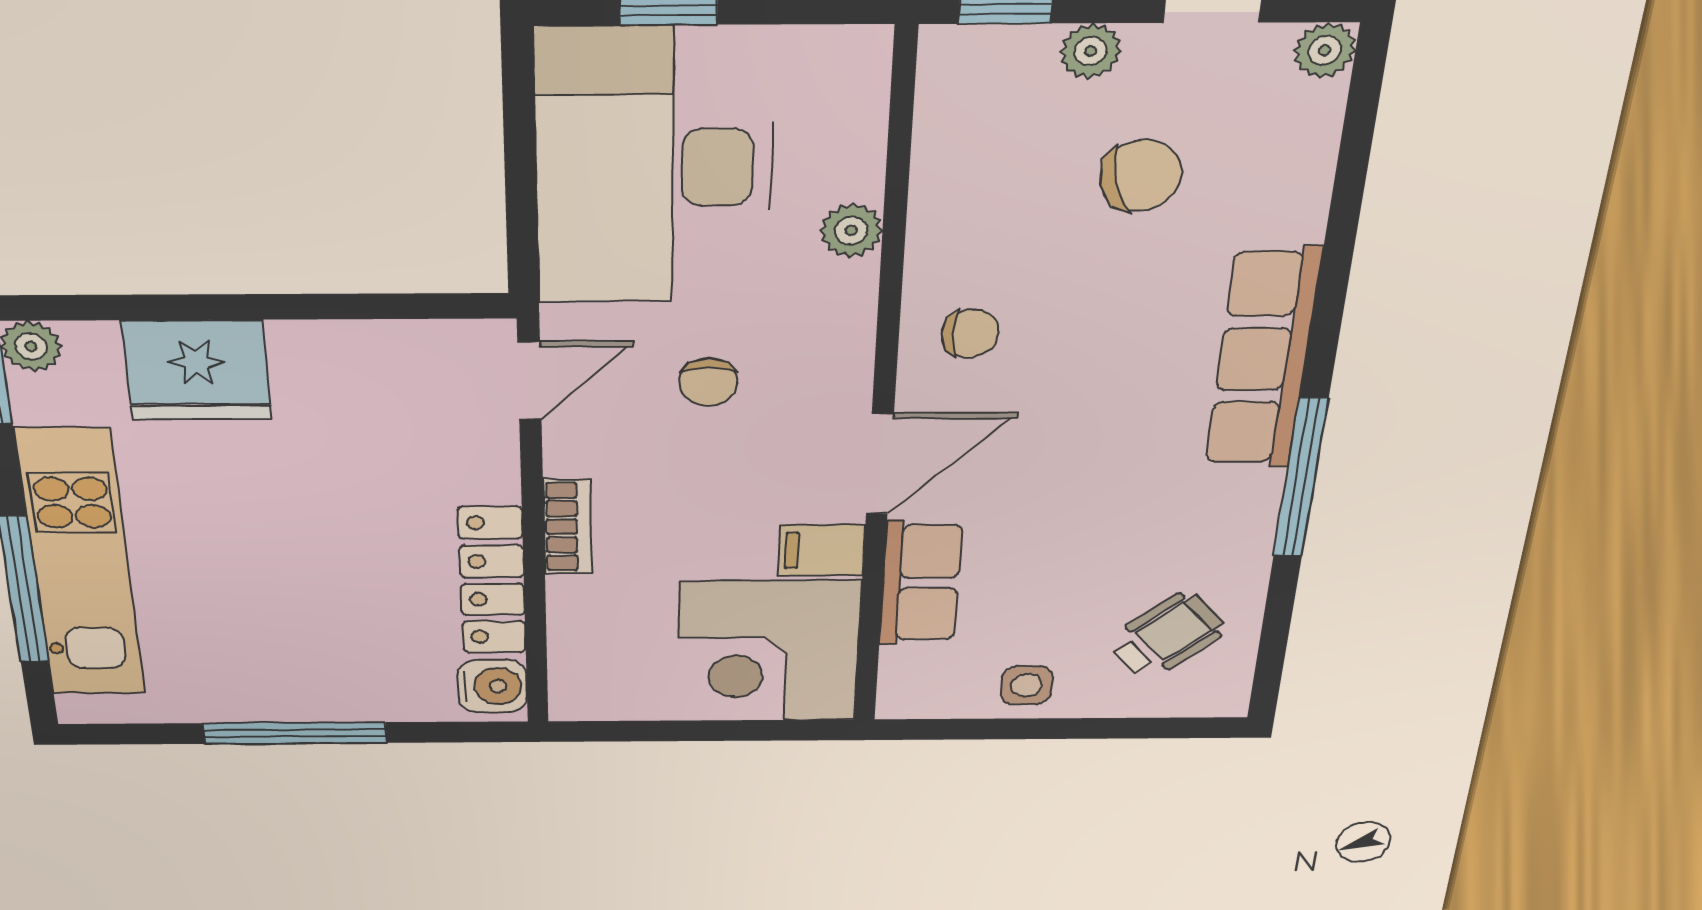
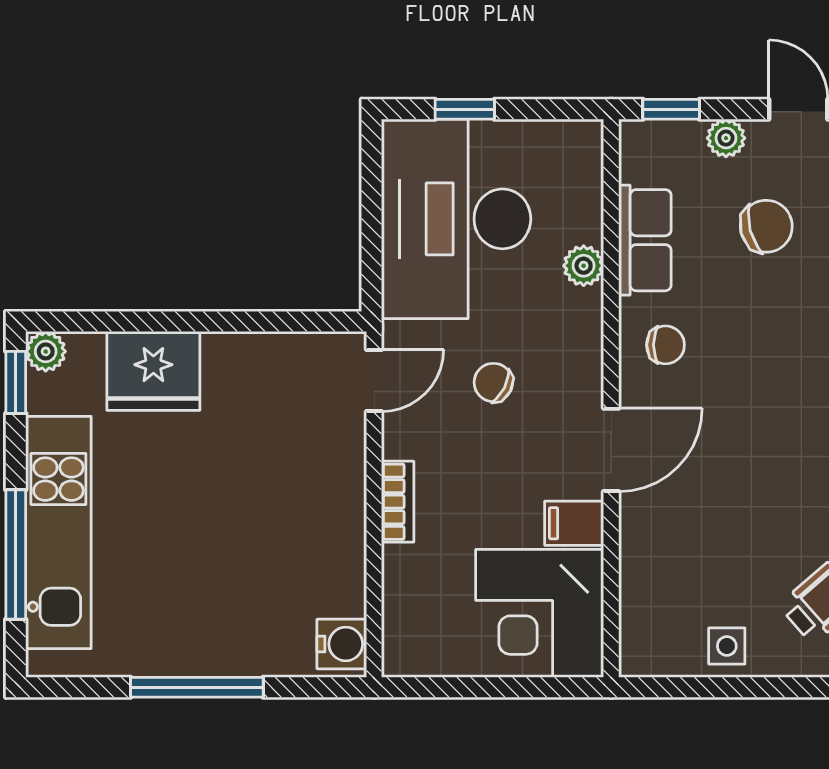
chair: (708, 382) -> (493, 382), turned 117
locker: (492, 580) -> (344, 548), removed
row of seats: (921, 583) -> (645, 240), moved

